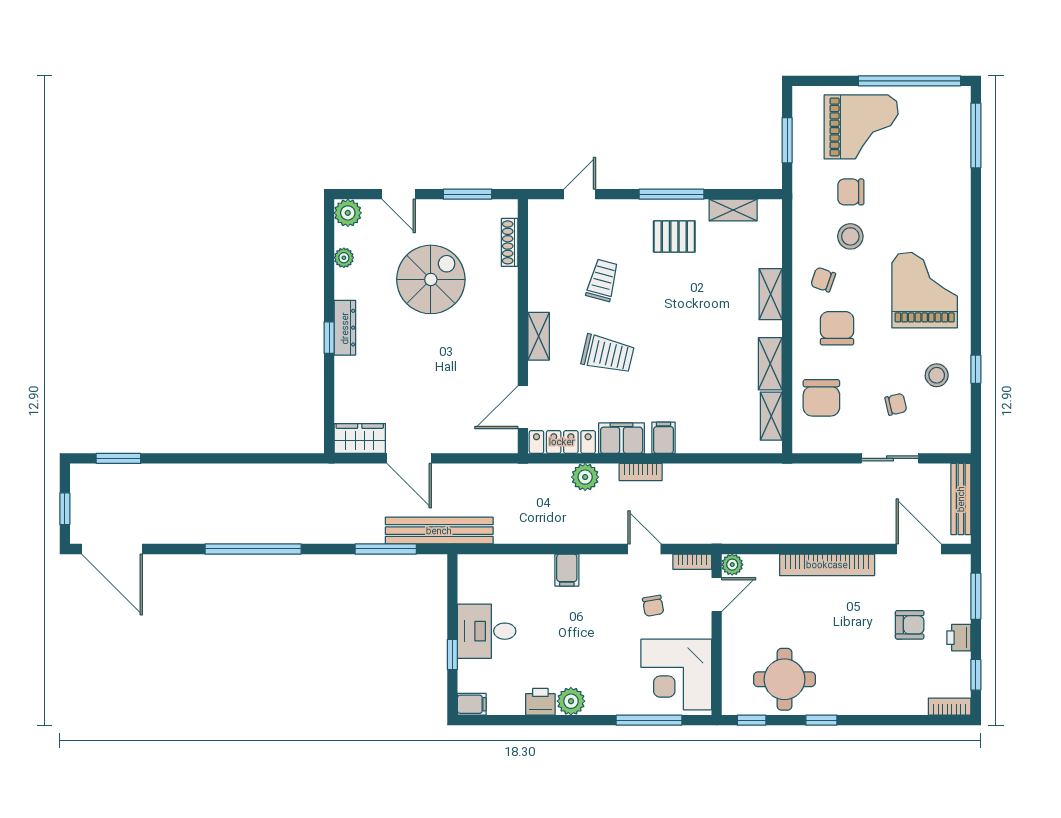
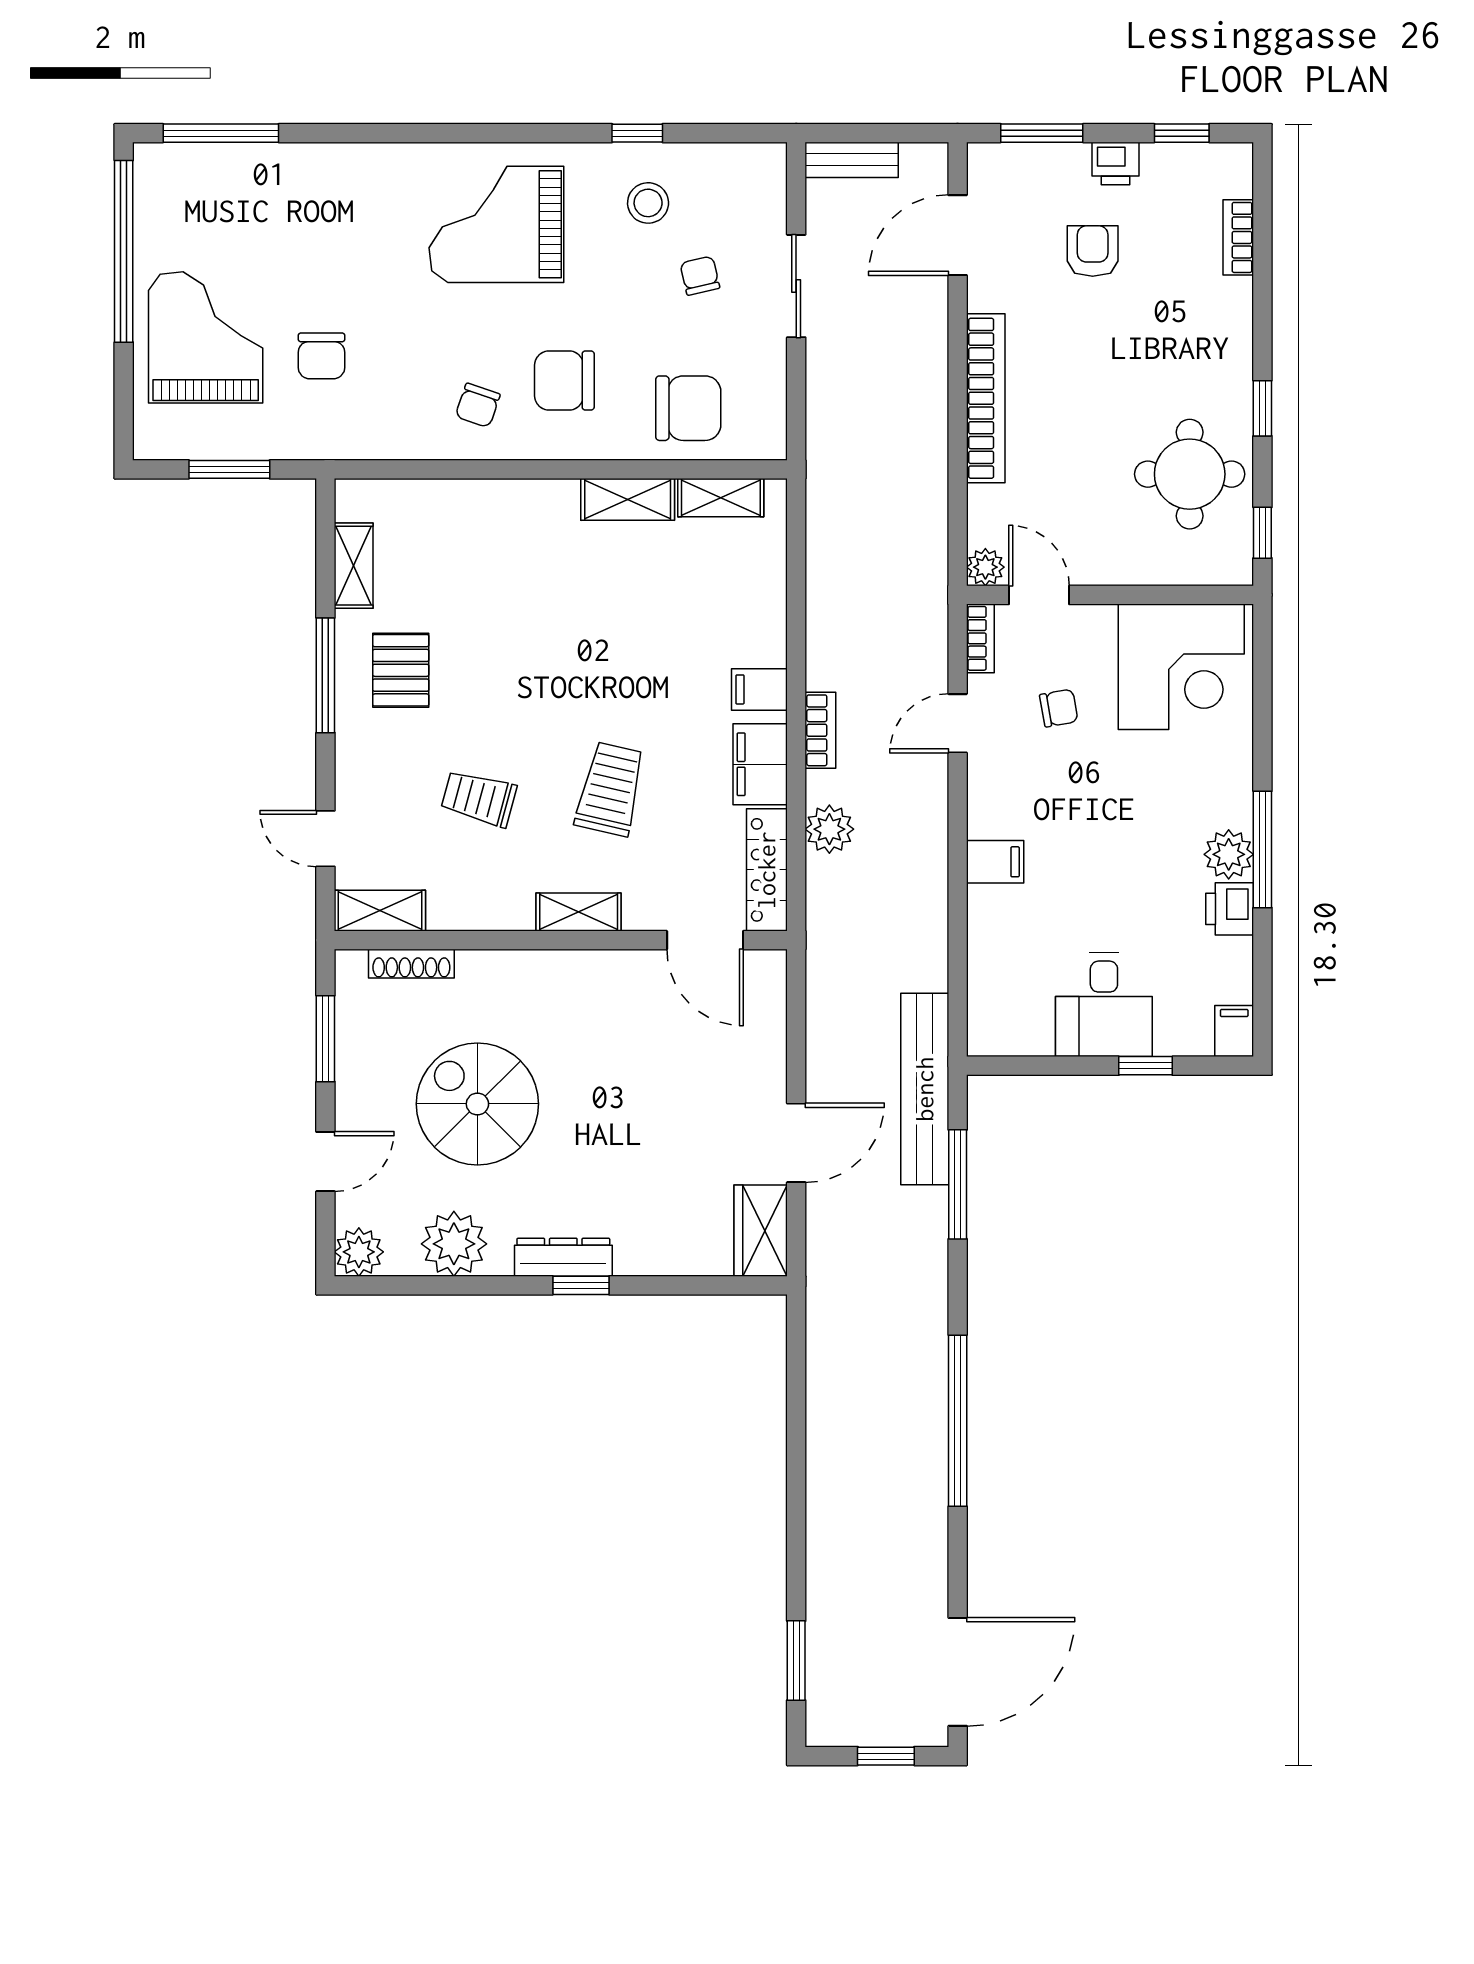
stool: (850, 236) -> (401, 357), removed
plant: (344, 258) -> (454, 1244), width x1.88, depth x1.88
shelving: (771, 294) -> (380, 911), moved
bench: (961, 499) -> (852, 160), width x0.73
bookcase: (950, 707) -> (1238, 237), moved
window: (649, 720) -> (1262, 849), moved

